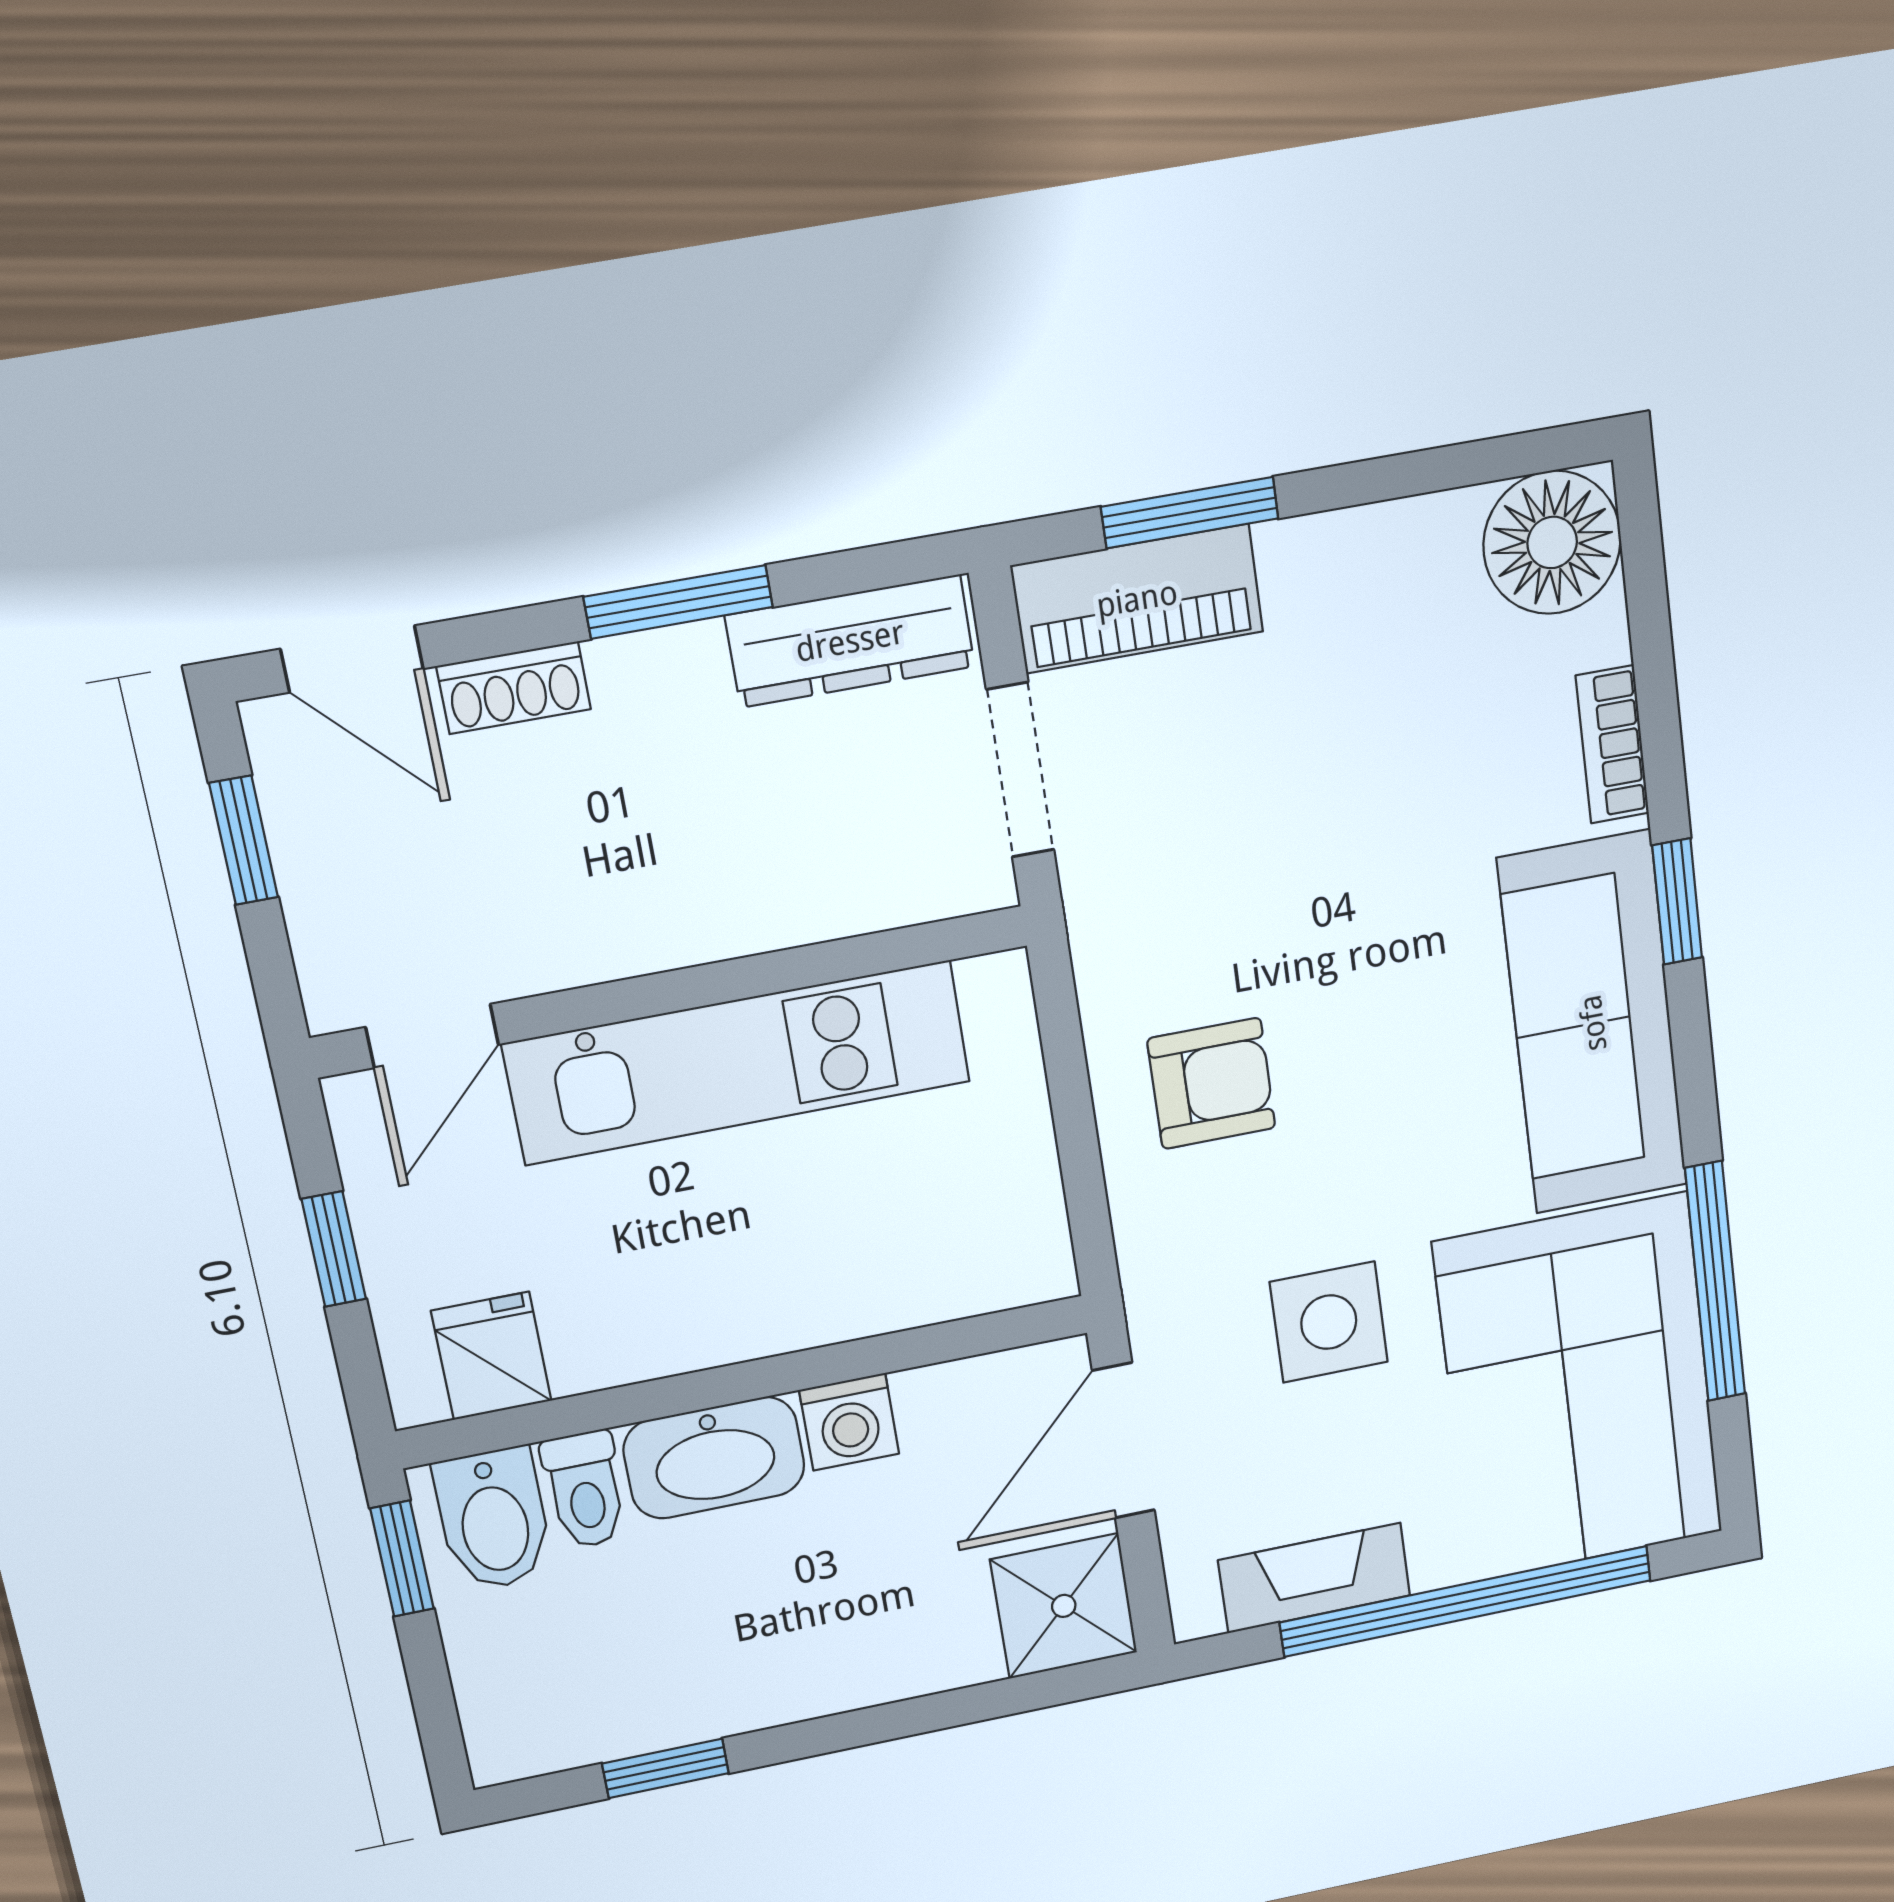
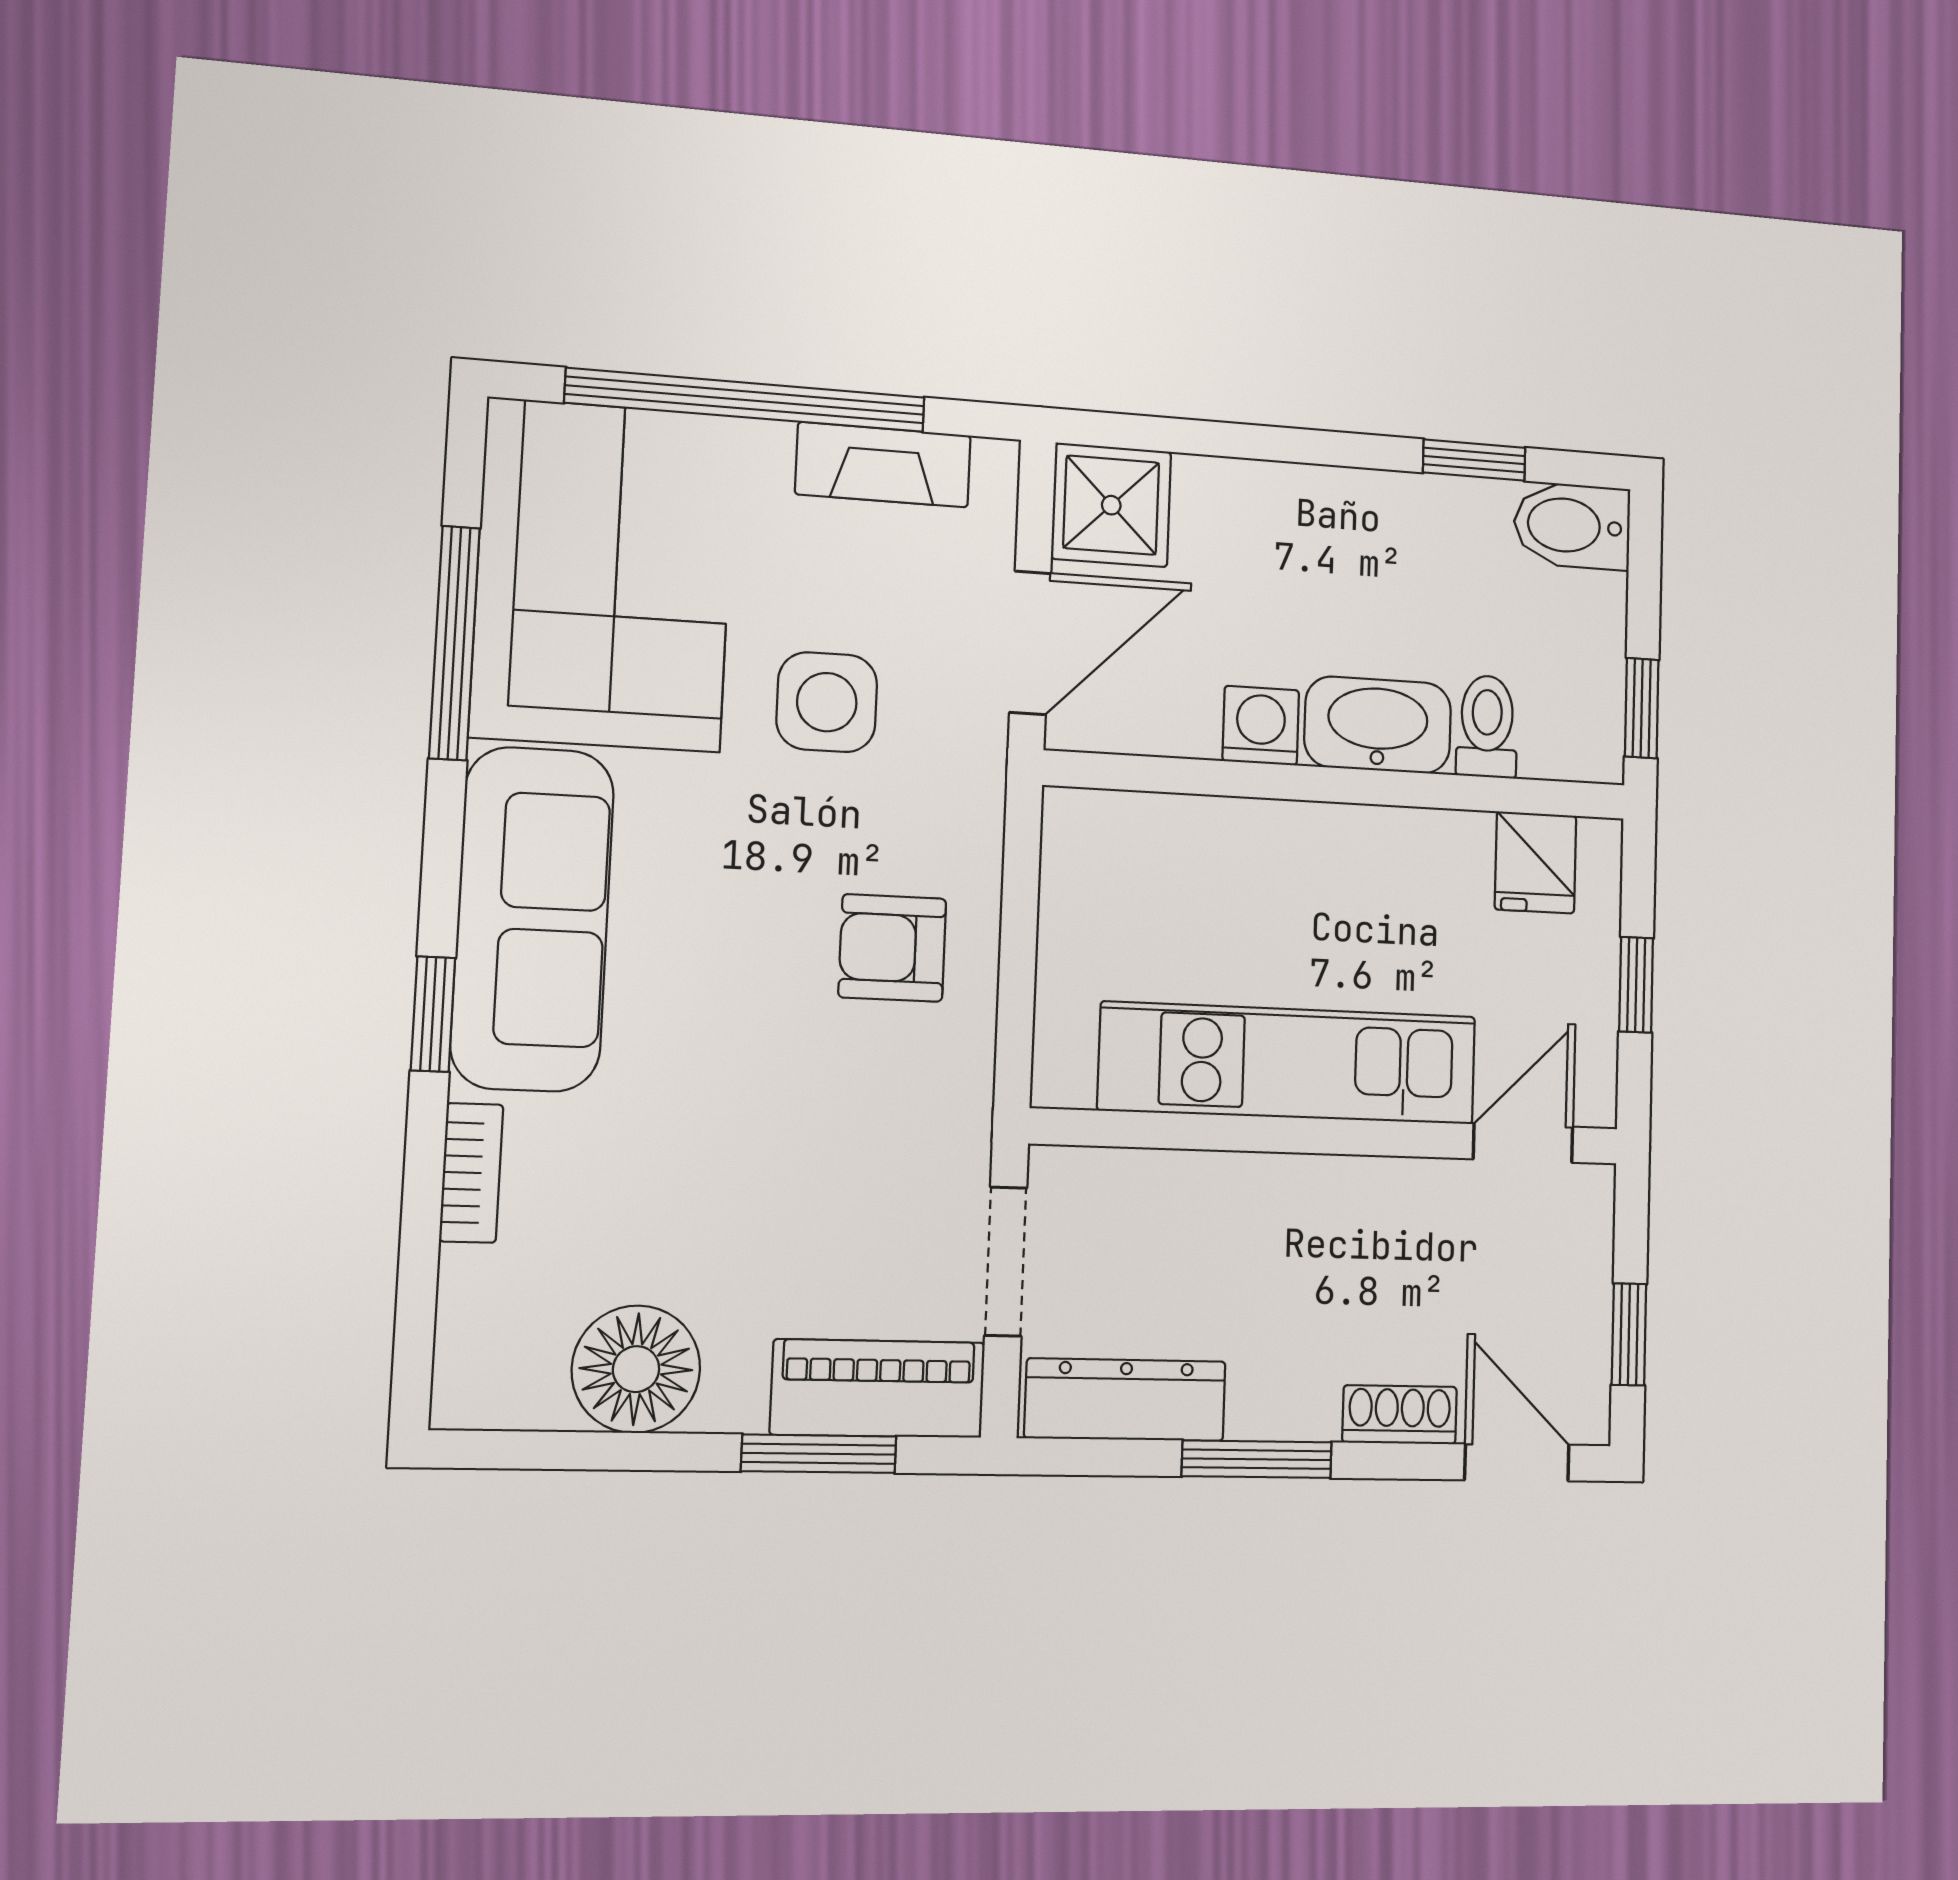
floor lamp: (1552, 543) -> (636, 1369), moved
bidet: (494, 1519) -> (1572, 526), moved, turned -90

